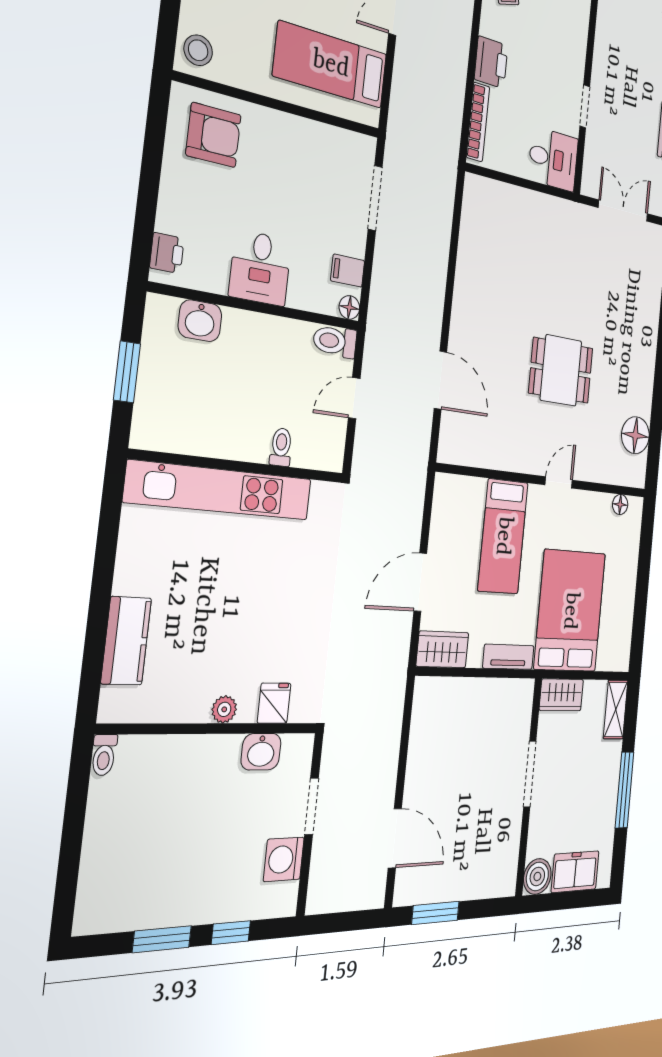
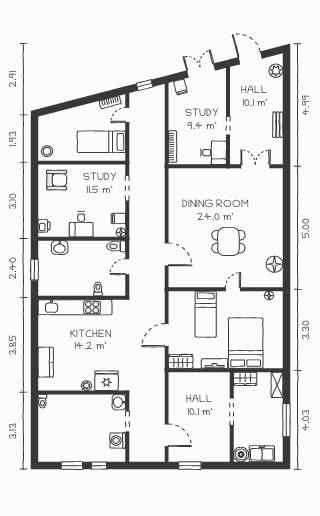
printer: (491, 62) -> (176, 120), removed
fridge: (274, 703) -> (107, 381), width x1.88, depth x1.34
washbasin: (261, 752) -> (119, 402), moved, turned 90

